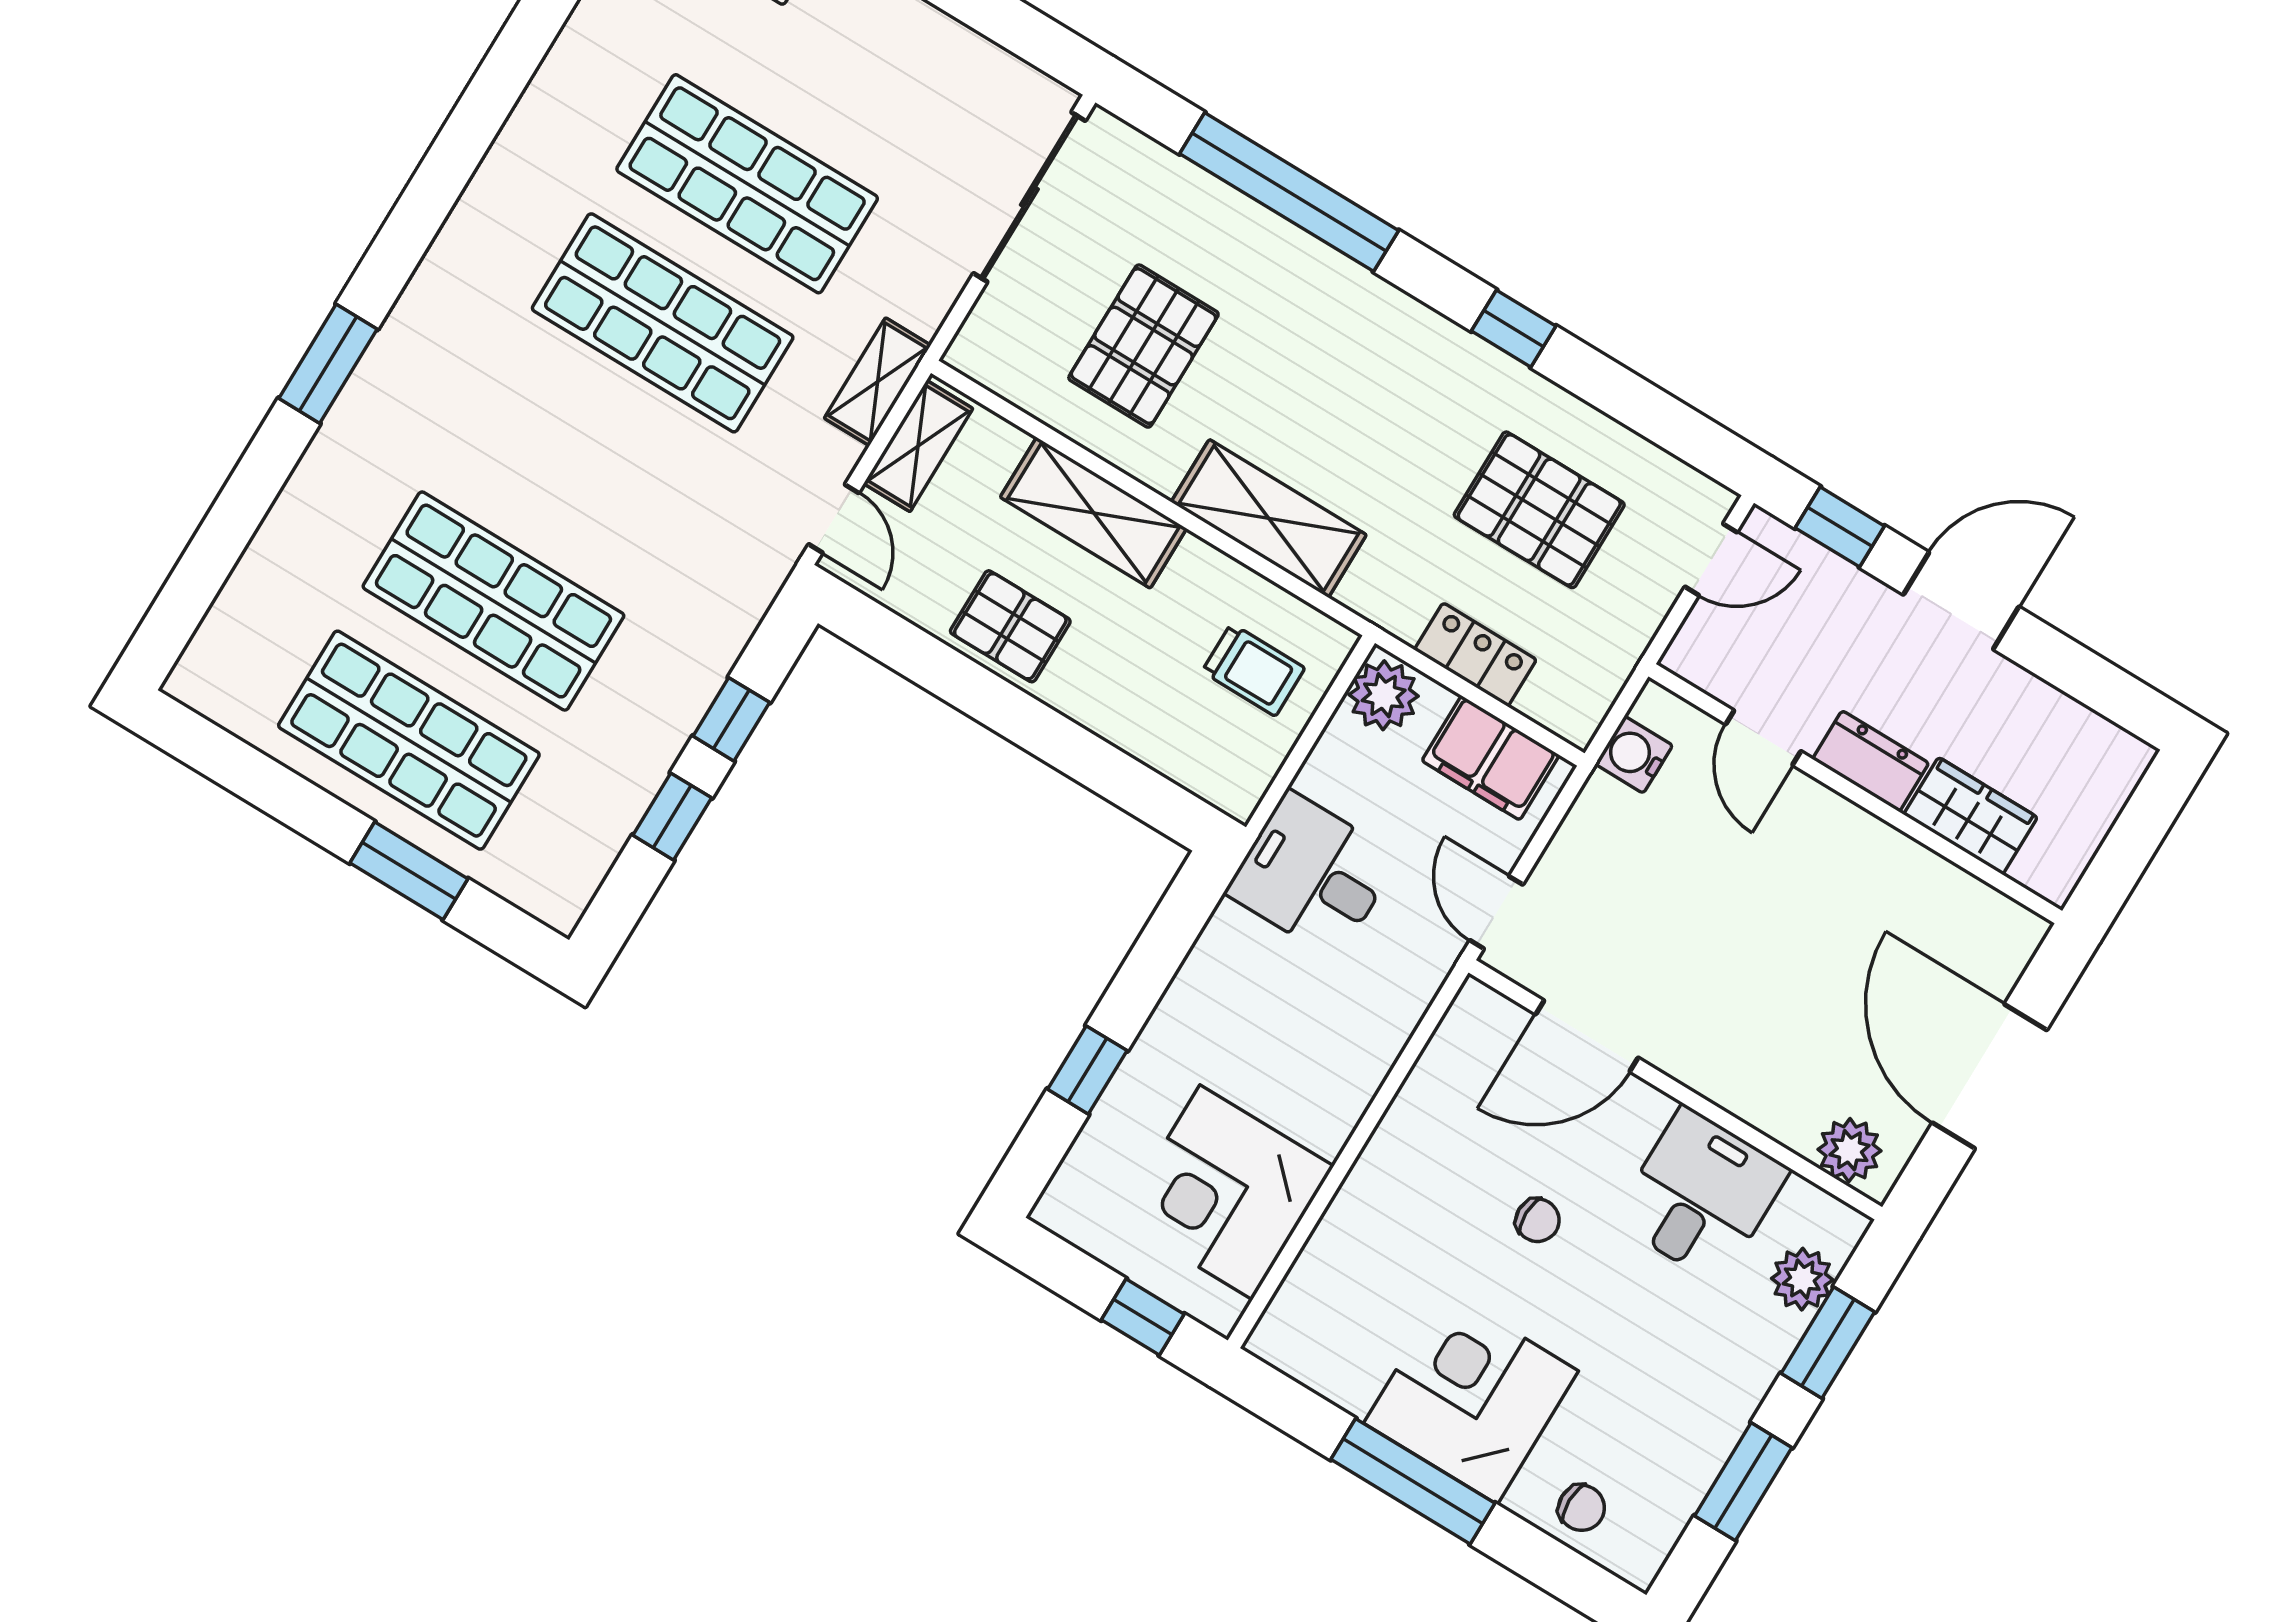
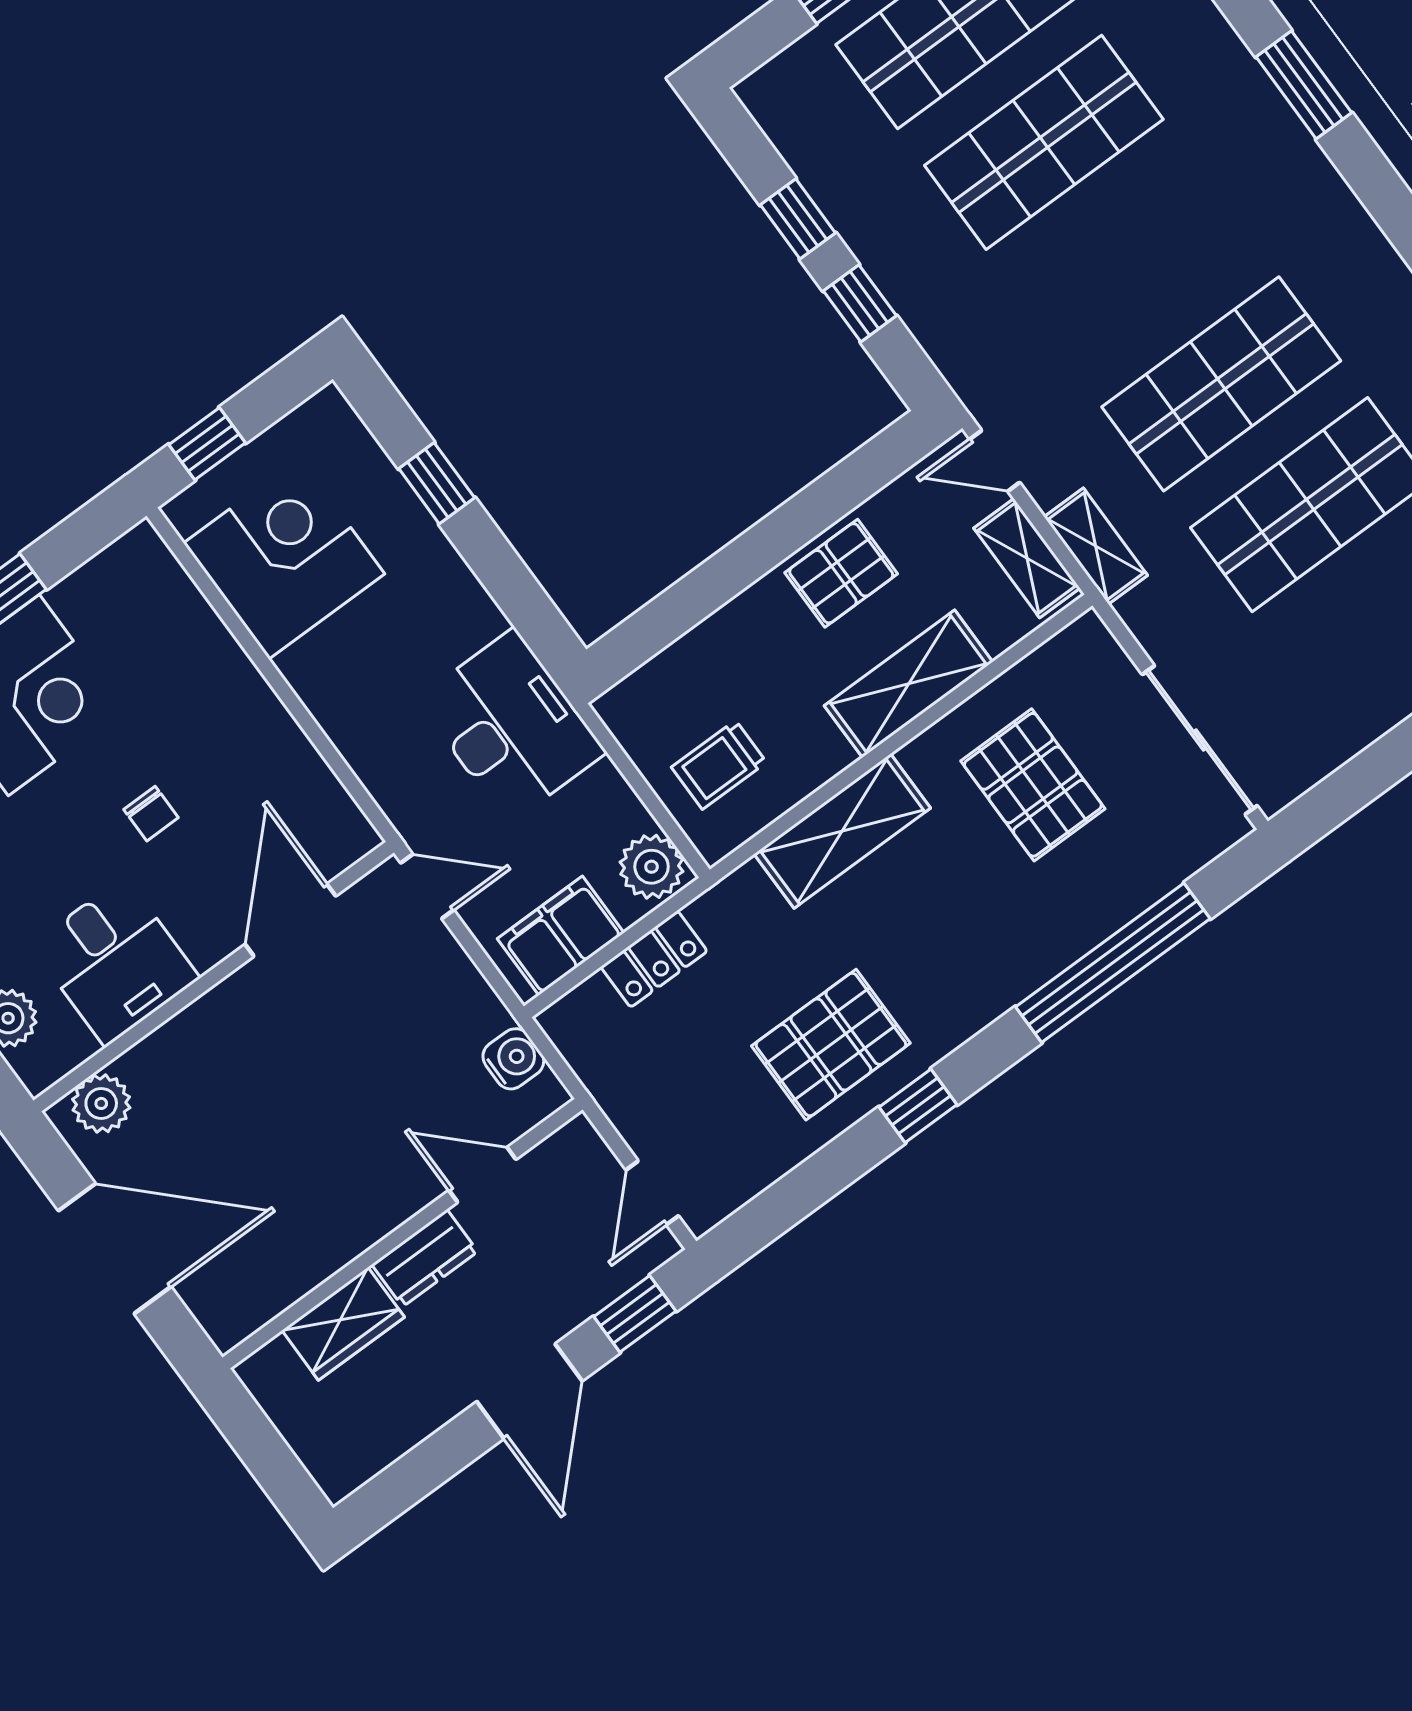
pallet: (1539, 510) -> (831, 1045), moved
desk: (1312, 875) -> (511, 726), width x1.37
chair: (1538, 1220) -> (151, 814), turned -90

